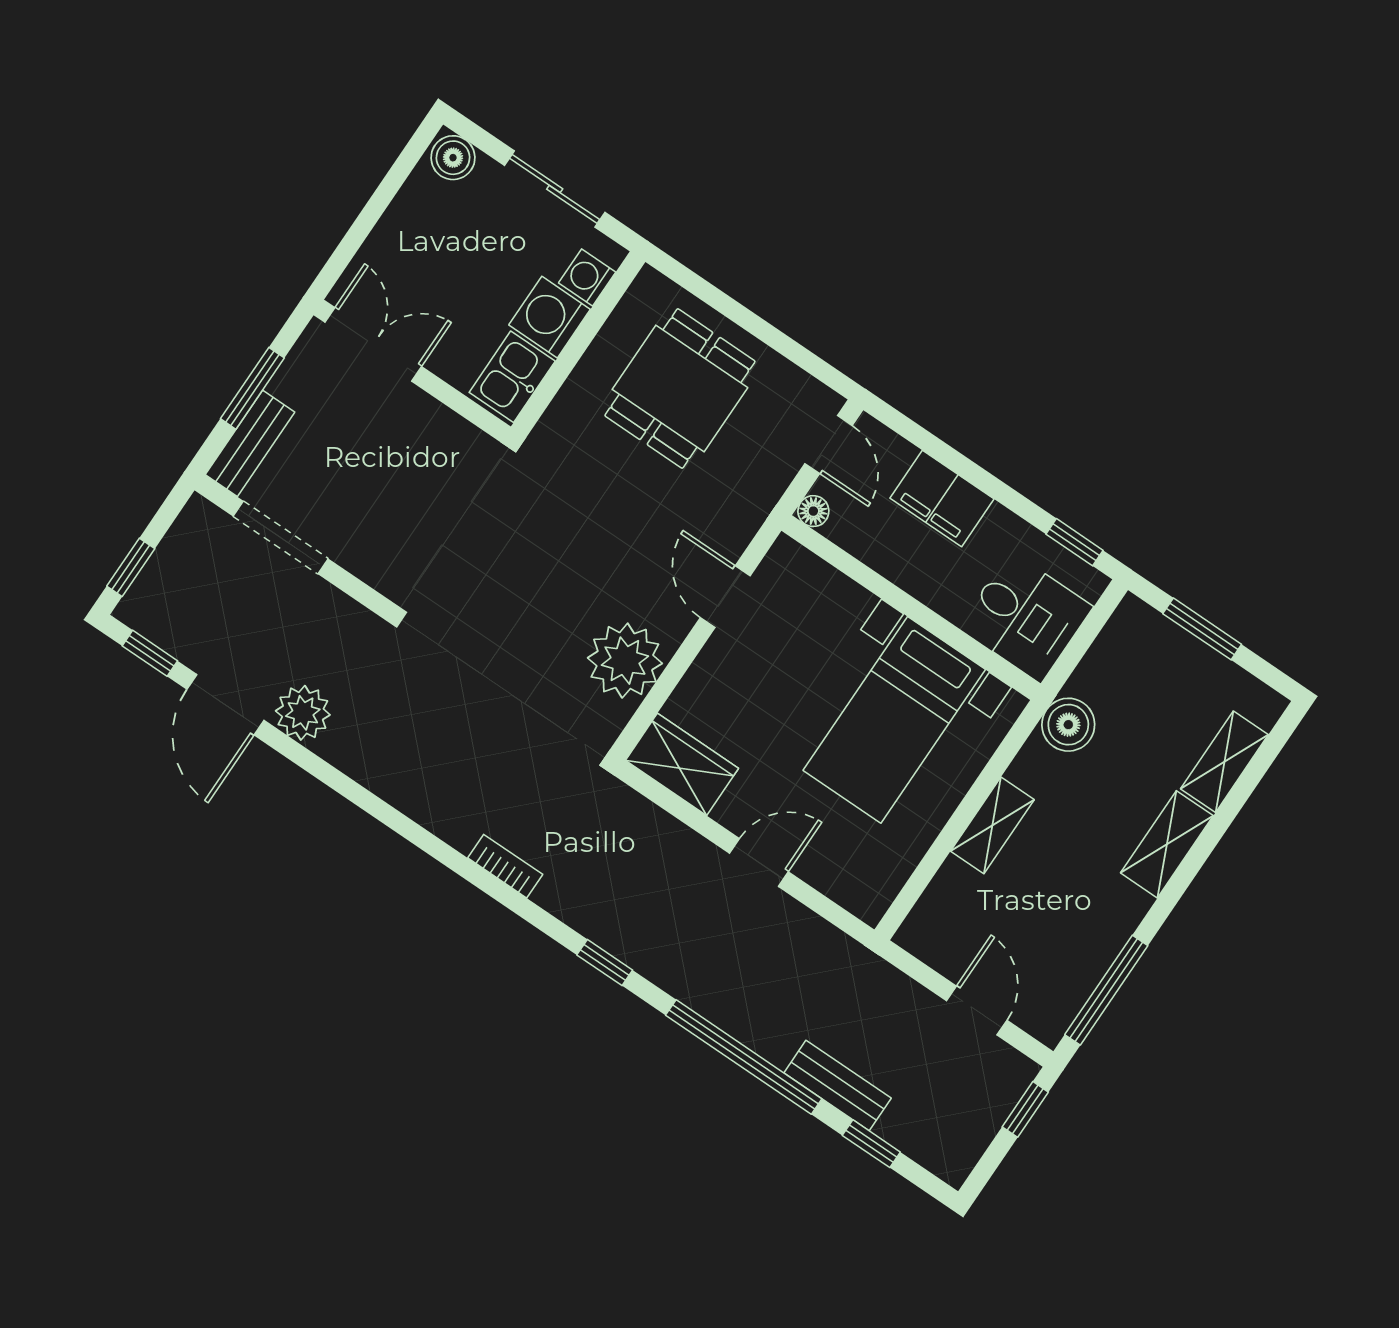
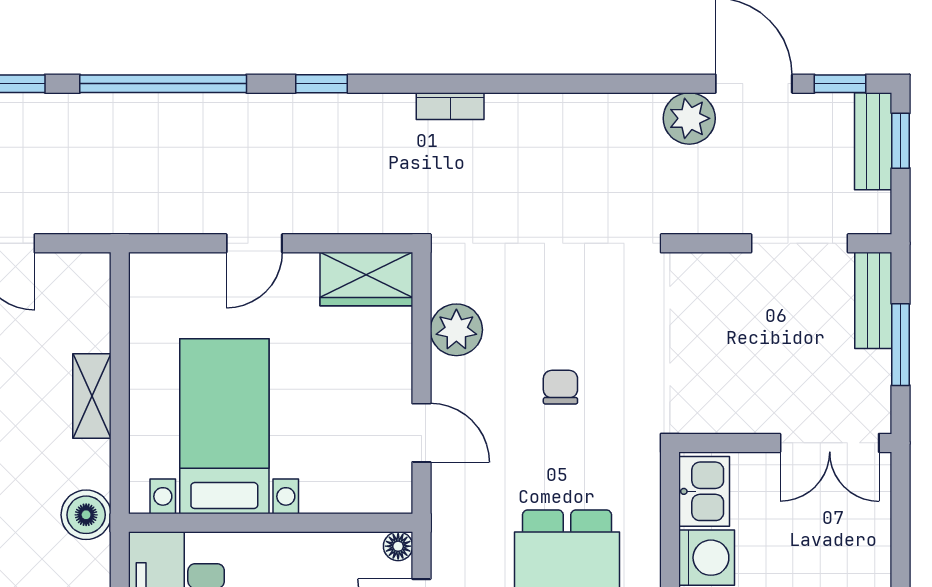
chair: (576, 554) -> (560, 387), added
plant: (625, 661) -> (456, 330), width x0.73, depth x0.73
bench: (838, 1085) -> (873, 141), moved, turned 90

